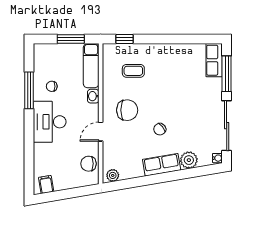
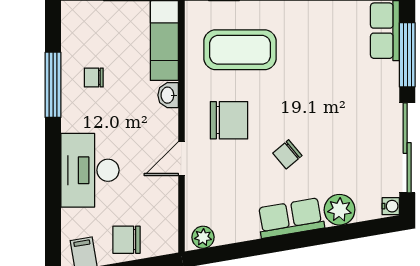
coffee table: (133, 71) -> (240, 50), width x1.86, depth x1.72
desk: (50, 122) -> (90, 170), moved
chair: (88, 164) -> (126, 240), moved

